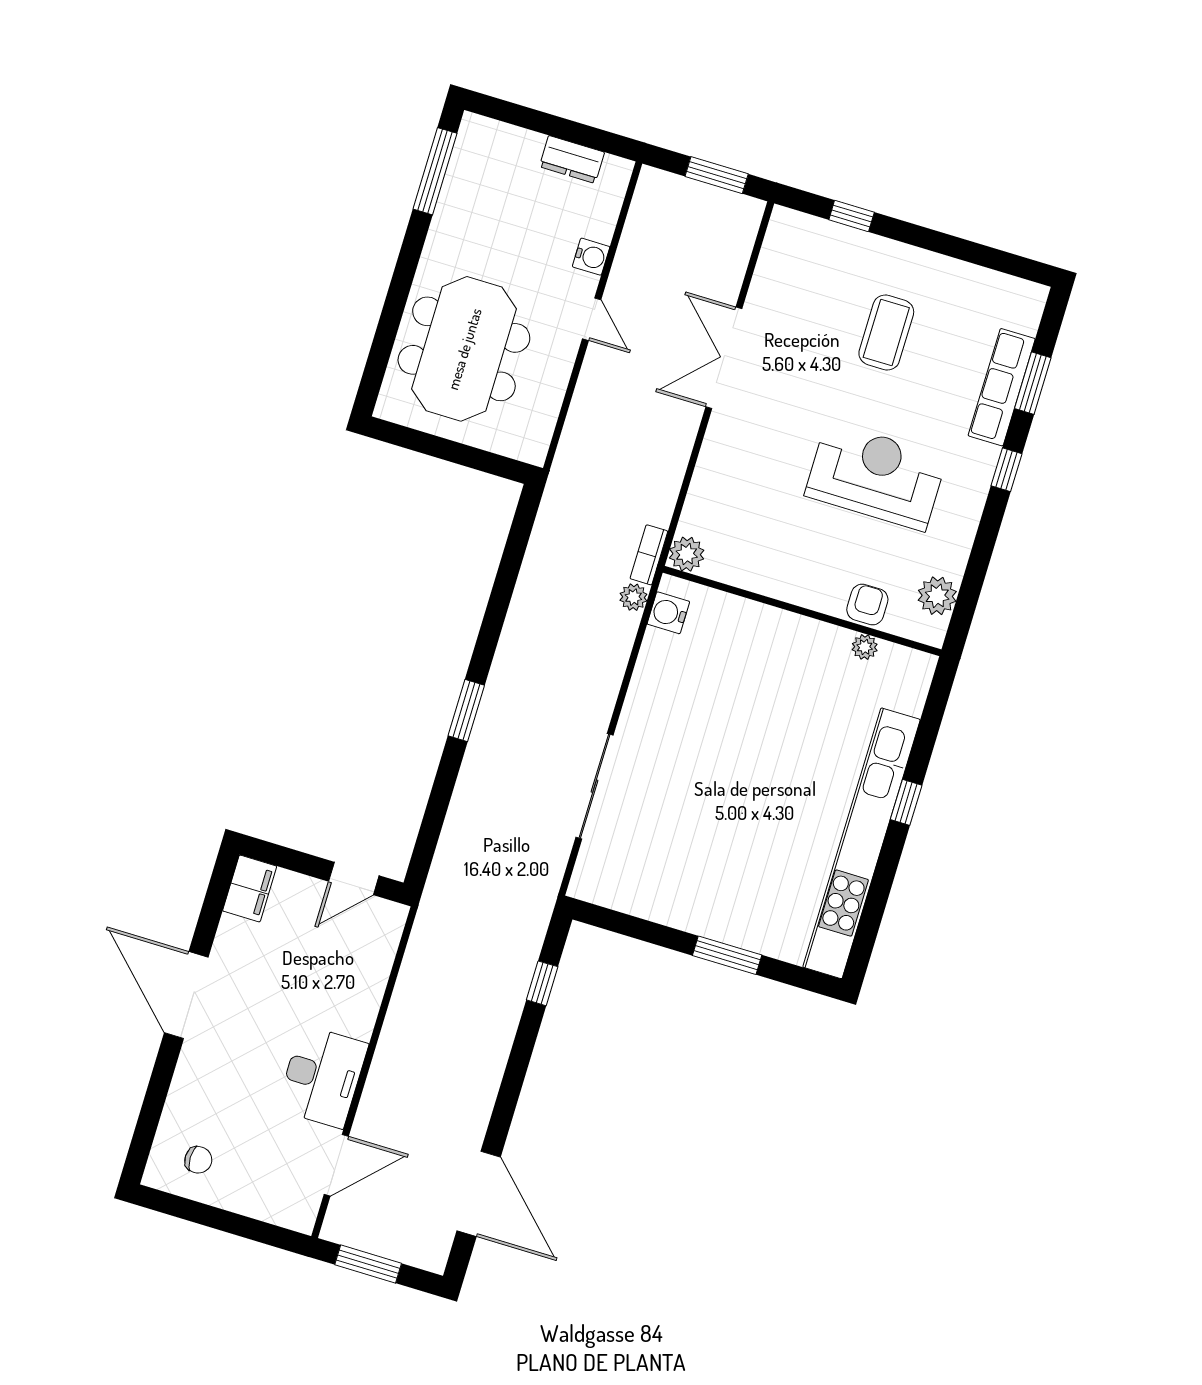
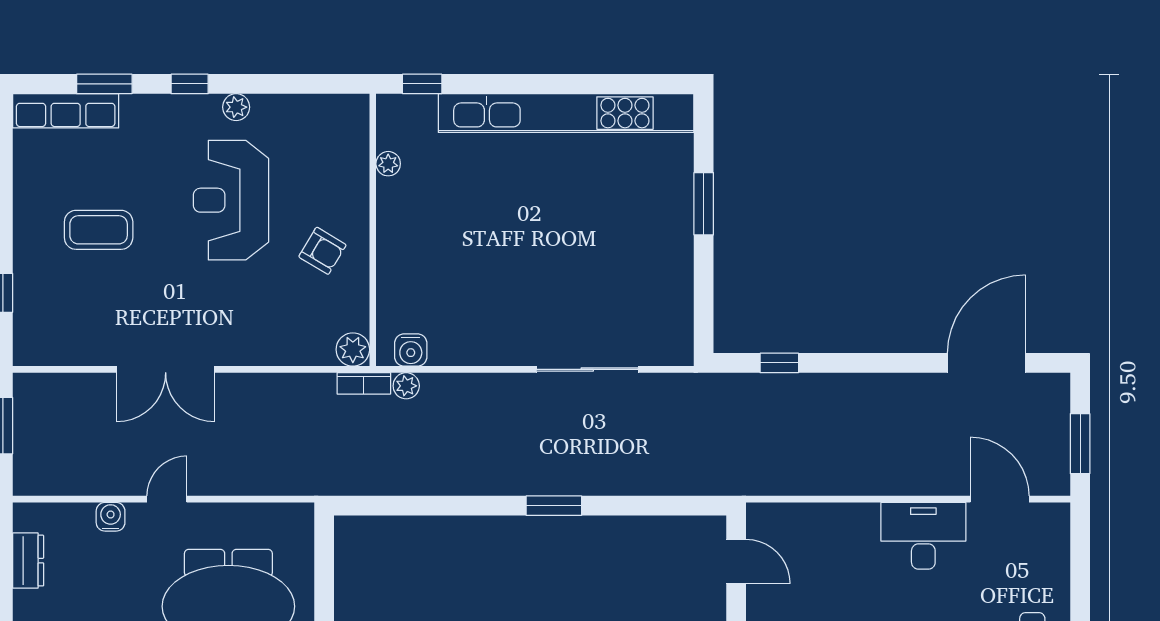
row of seats: (1002, 387) -> (66, 111), moved
plant: (937, 596) -> (236, 107), moved, width x0.73, depth x0.73
armchair: (867, 604) -> (322, 251), moved, turned -149
window: (906, 802) -> (422, 84), moved

